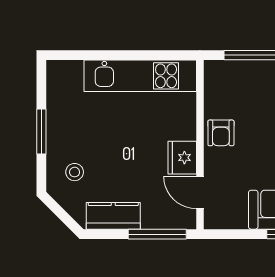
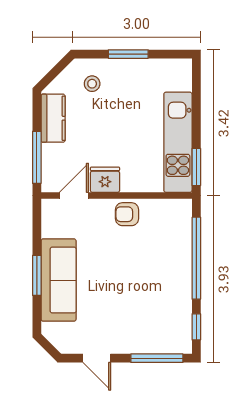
window: (168, 55) -> (196, 167), added

